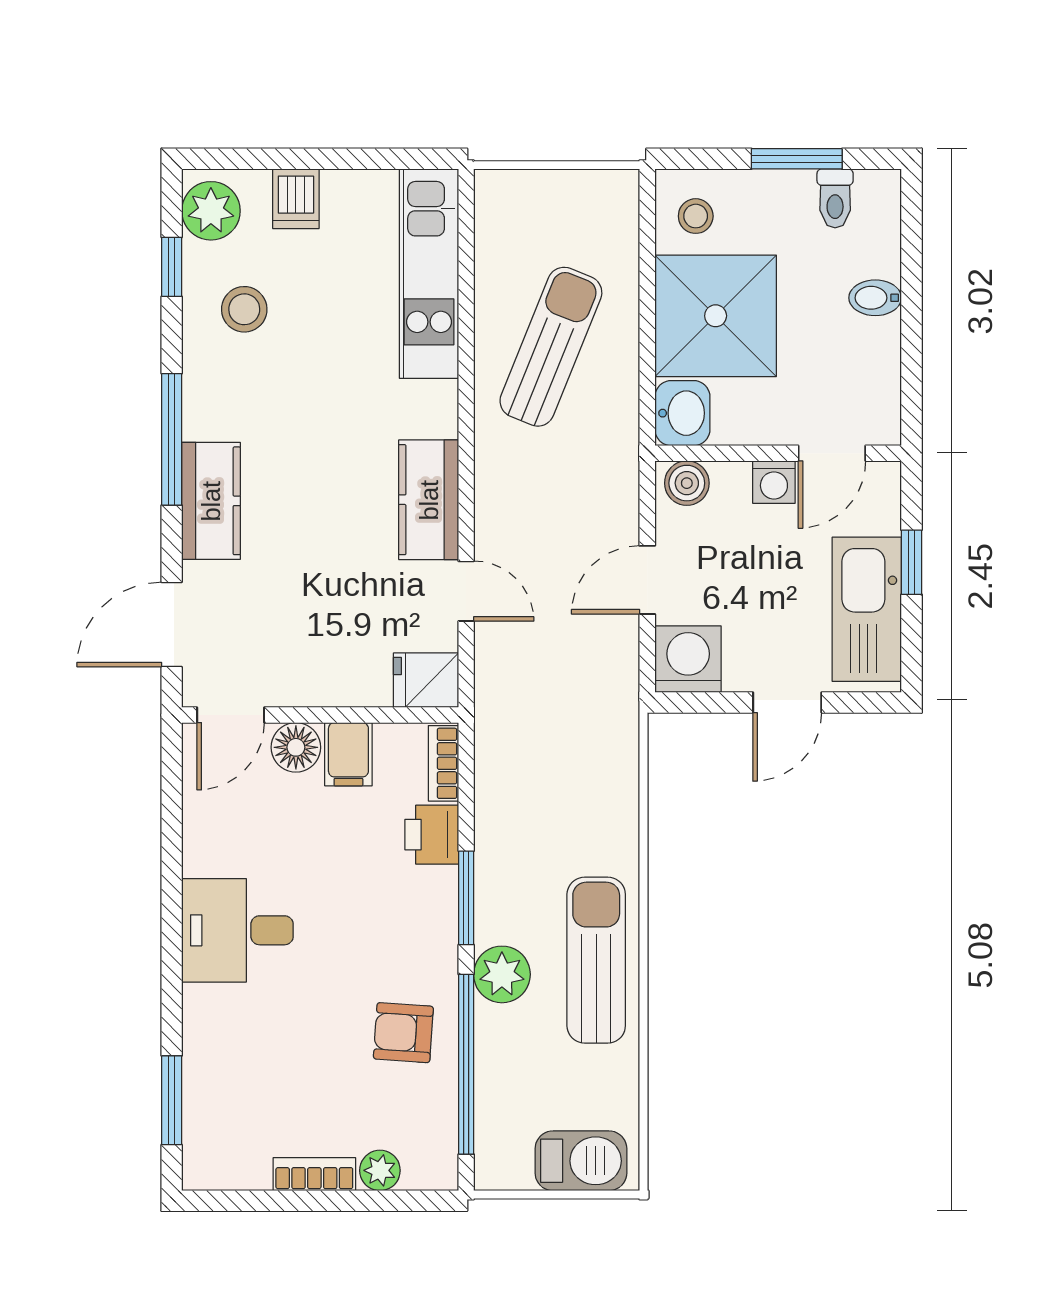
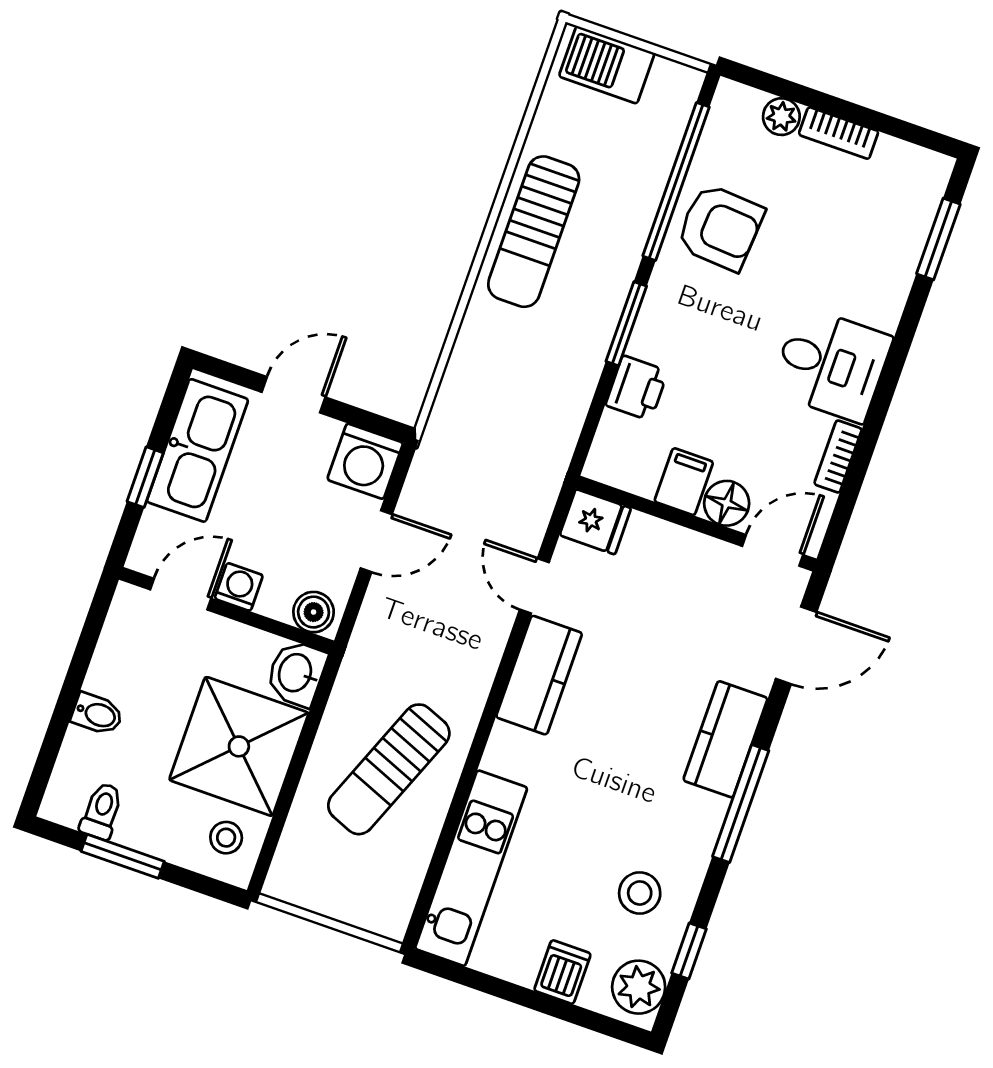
bookcase: (443, 763) -> (838, 457), moved, turned 180
plant: (502, 974) -> (618, 248), removed
armchair: (403, 1033) -> (720, 227), width x1.38, depth x1.38

